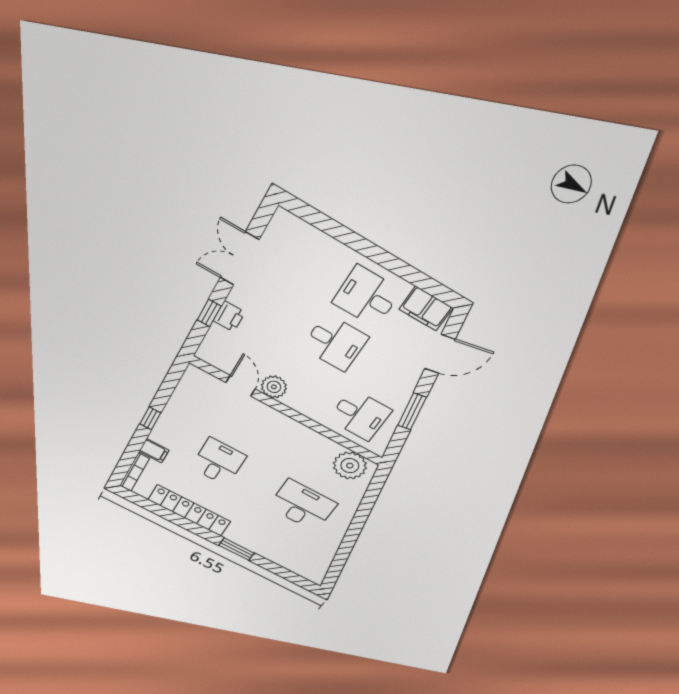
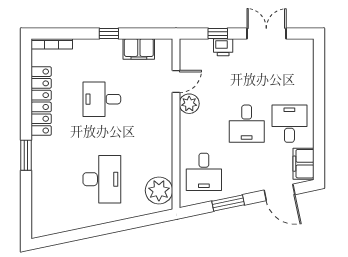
filing cabinet: (154, 451) -> (139, 49), moved, width x2.00
desk: (218, 462) -> (102, 99), turned 180

